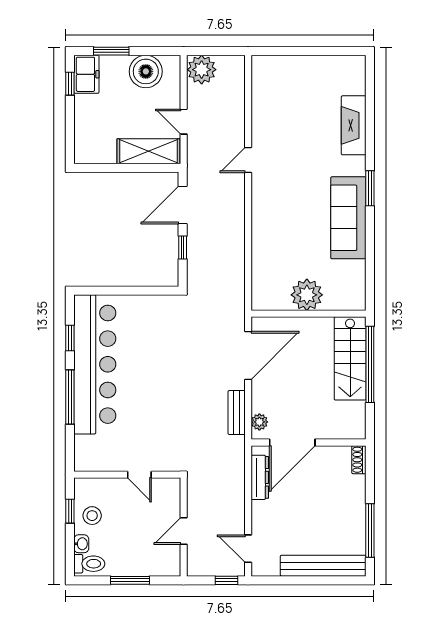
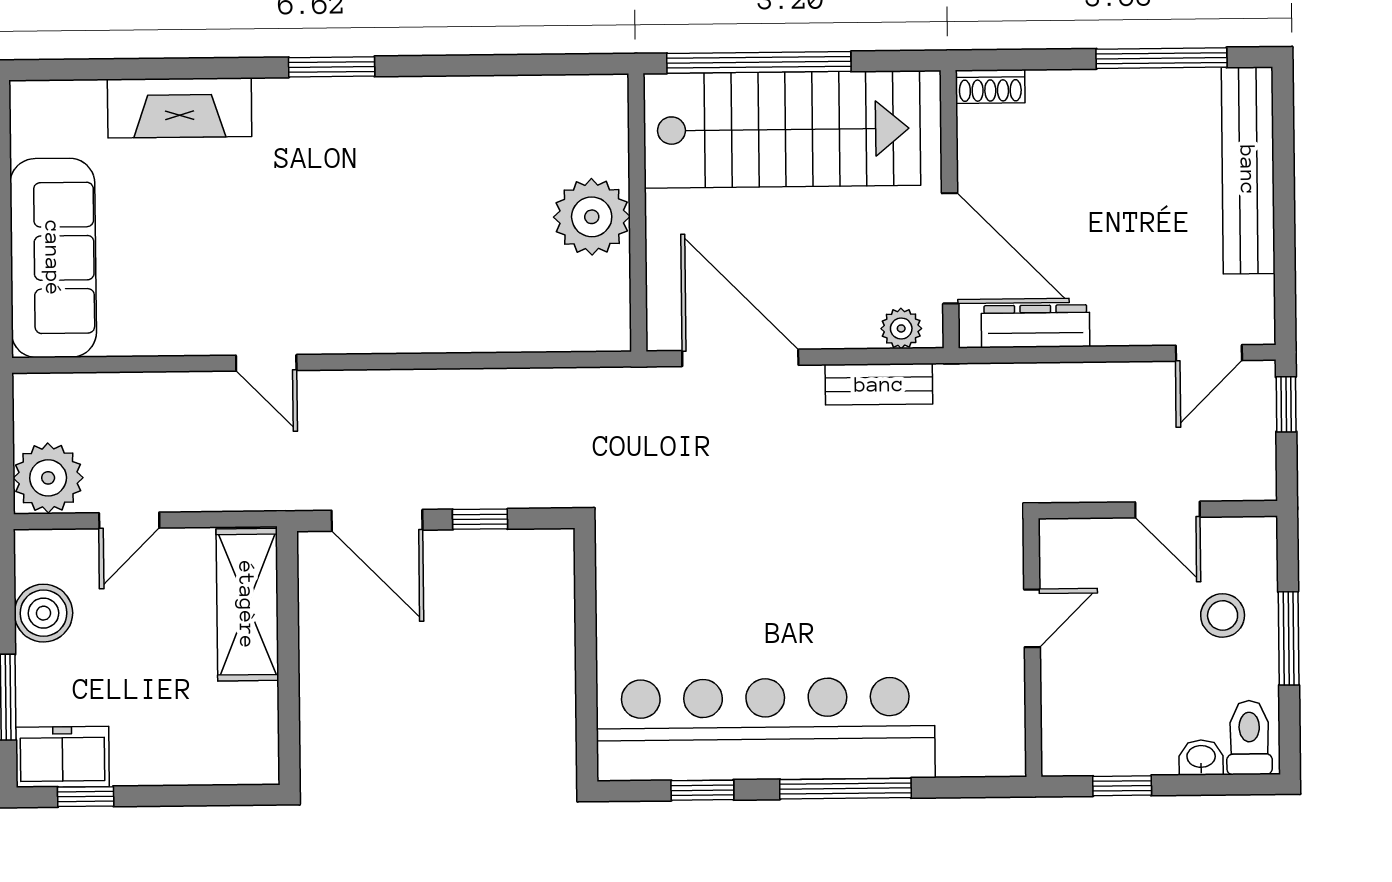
boiler: (146, 71) -> (43, 613), width x0.73, depth x0.73
door: (184, 122) -> (129, 520), moved
sofa: (348, 218) -> (53, 258), moved, turned -90
stairs: (350, 358) -> (782, 129), width x1.36, depth x1.51
stool: (92, 516) -> (1223, 615), moved

